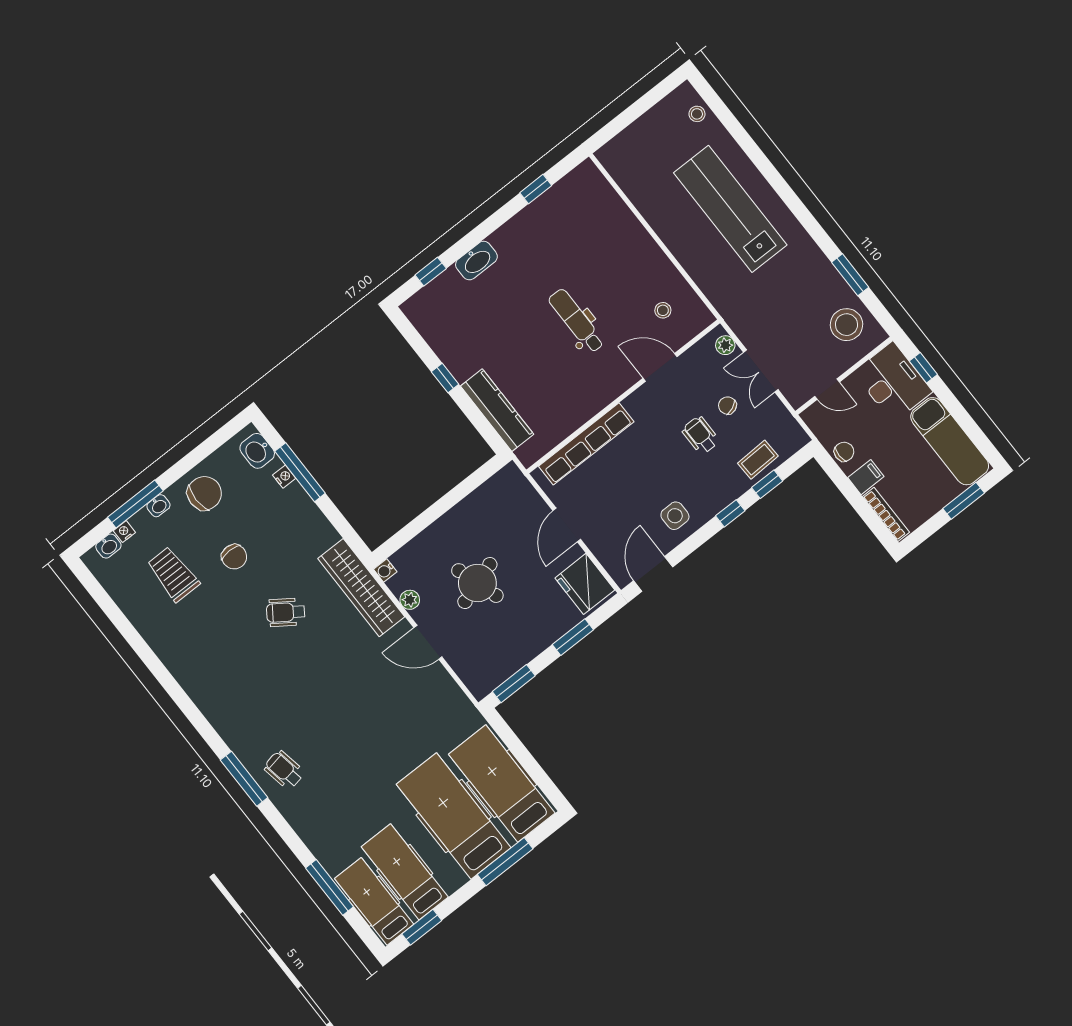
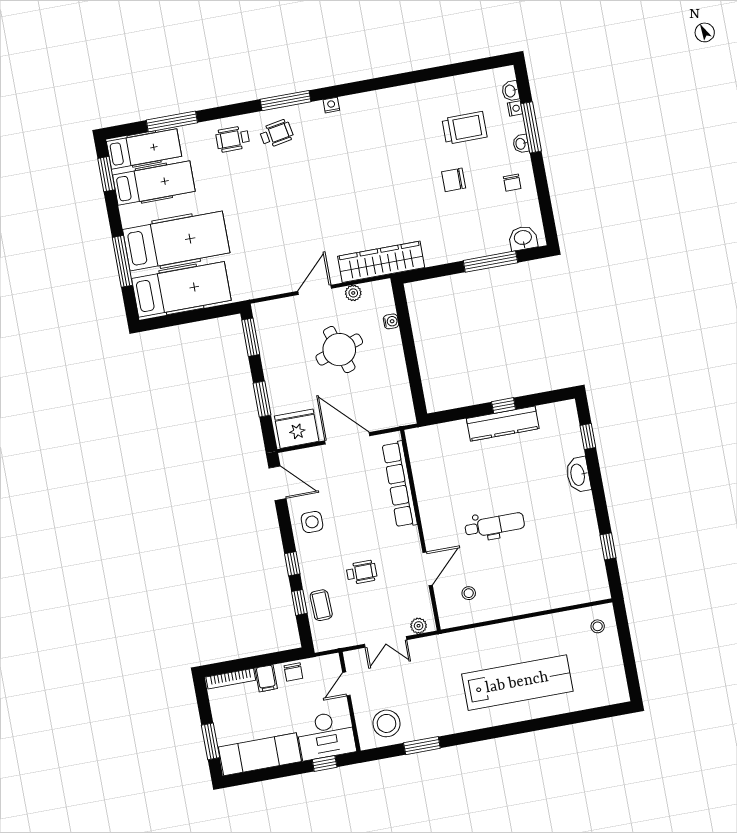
stool: (697, 114) -> (598, 626), moved
double door: (761, 371) -> (386, 642), swing flipped
chair: (727, 406) -> (373, 604), removed
kitchen counter: (497, 410) -> (503, 424), moved
nightstand: (284, 477) -> (331, 105), moved, turned 180
chair: (204, 493) -> (512, 183), width x0.54, depth x0.54
door: (567, 525) -> (347, 438), width x1.36
water cooler: (385, 570) -> (391, 321), moved, turned 90
wheelchair: (286, 612) -> (233, 139), moved, turned -125

